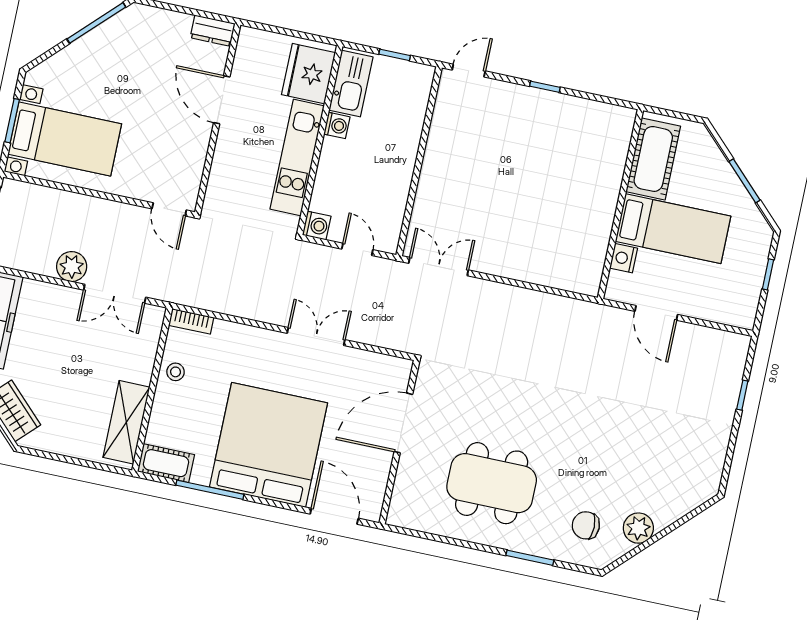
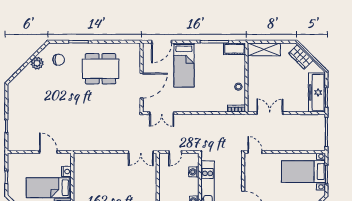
washing machine: (317, 226) -> (194, 172), moved
door: (357, 249) -> (175, 152), hinge flipped
plant: (72, 267) -> (290, 120), removed
double door: (316, 336) -> (162, 113), moved
shelving: (126, 422) -> (264, 49), moved, turned 90
bed: (269, 445) -> (184, 65), width x0.49
door: (334, 516) -> (162, 42), hinge flipped

